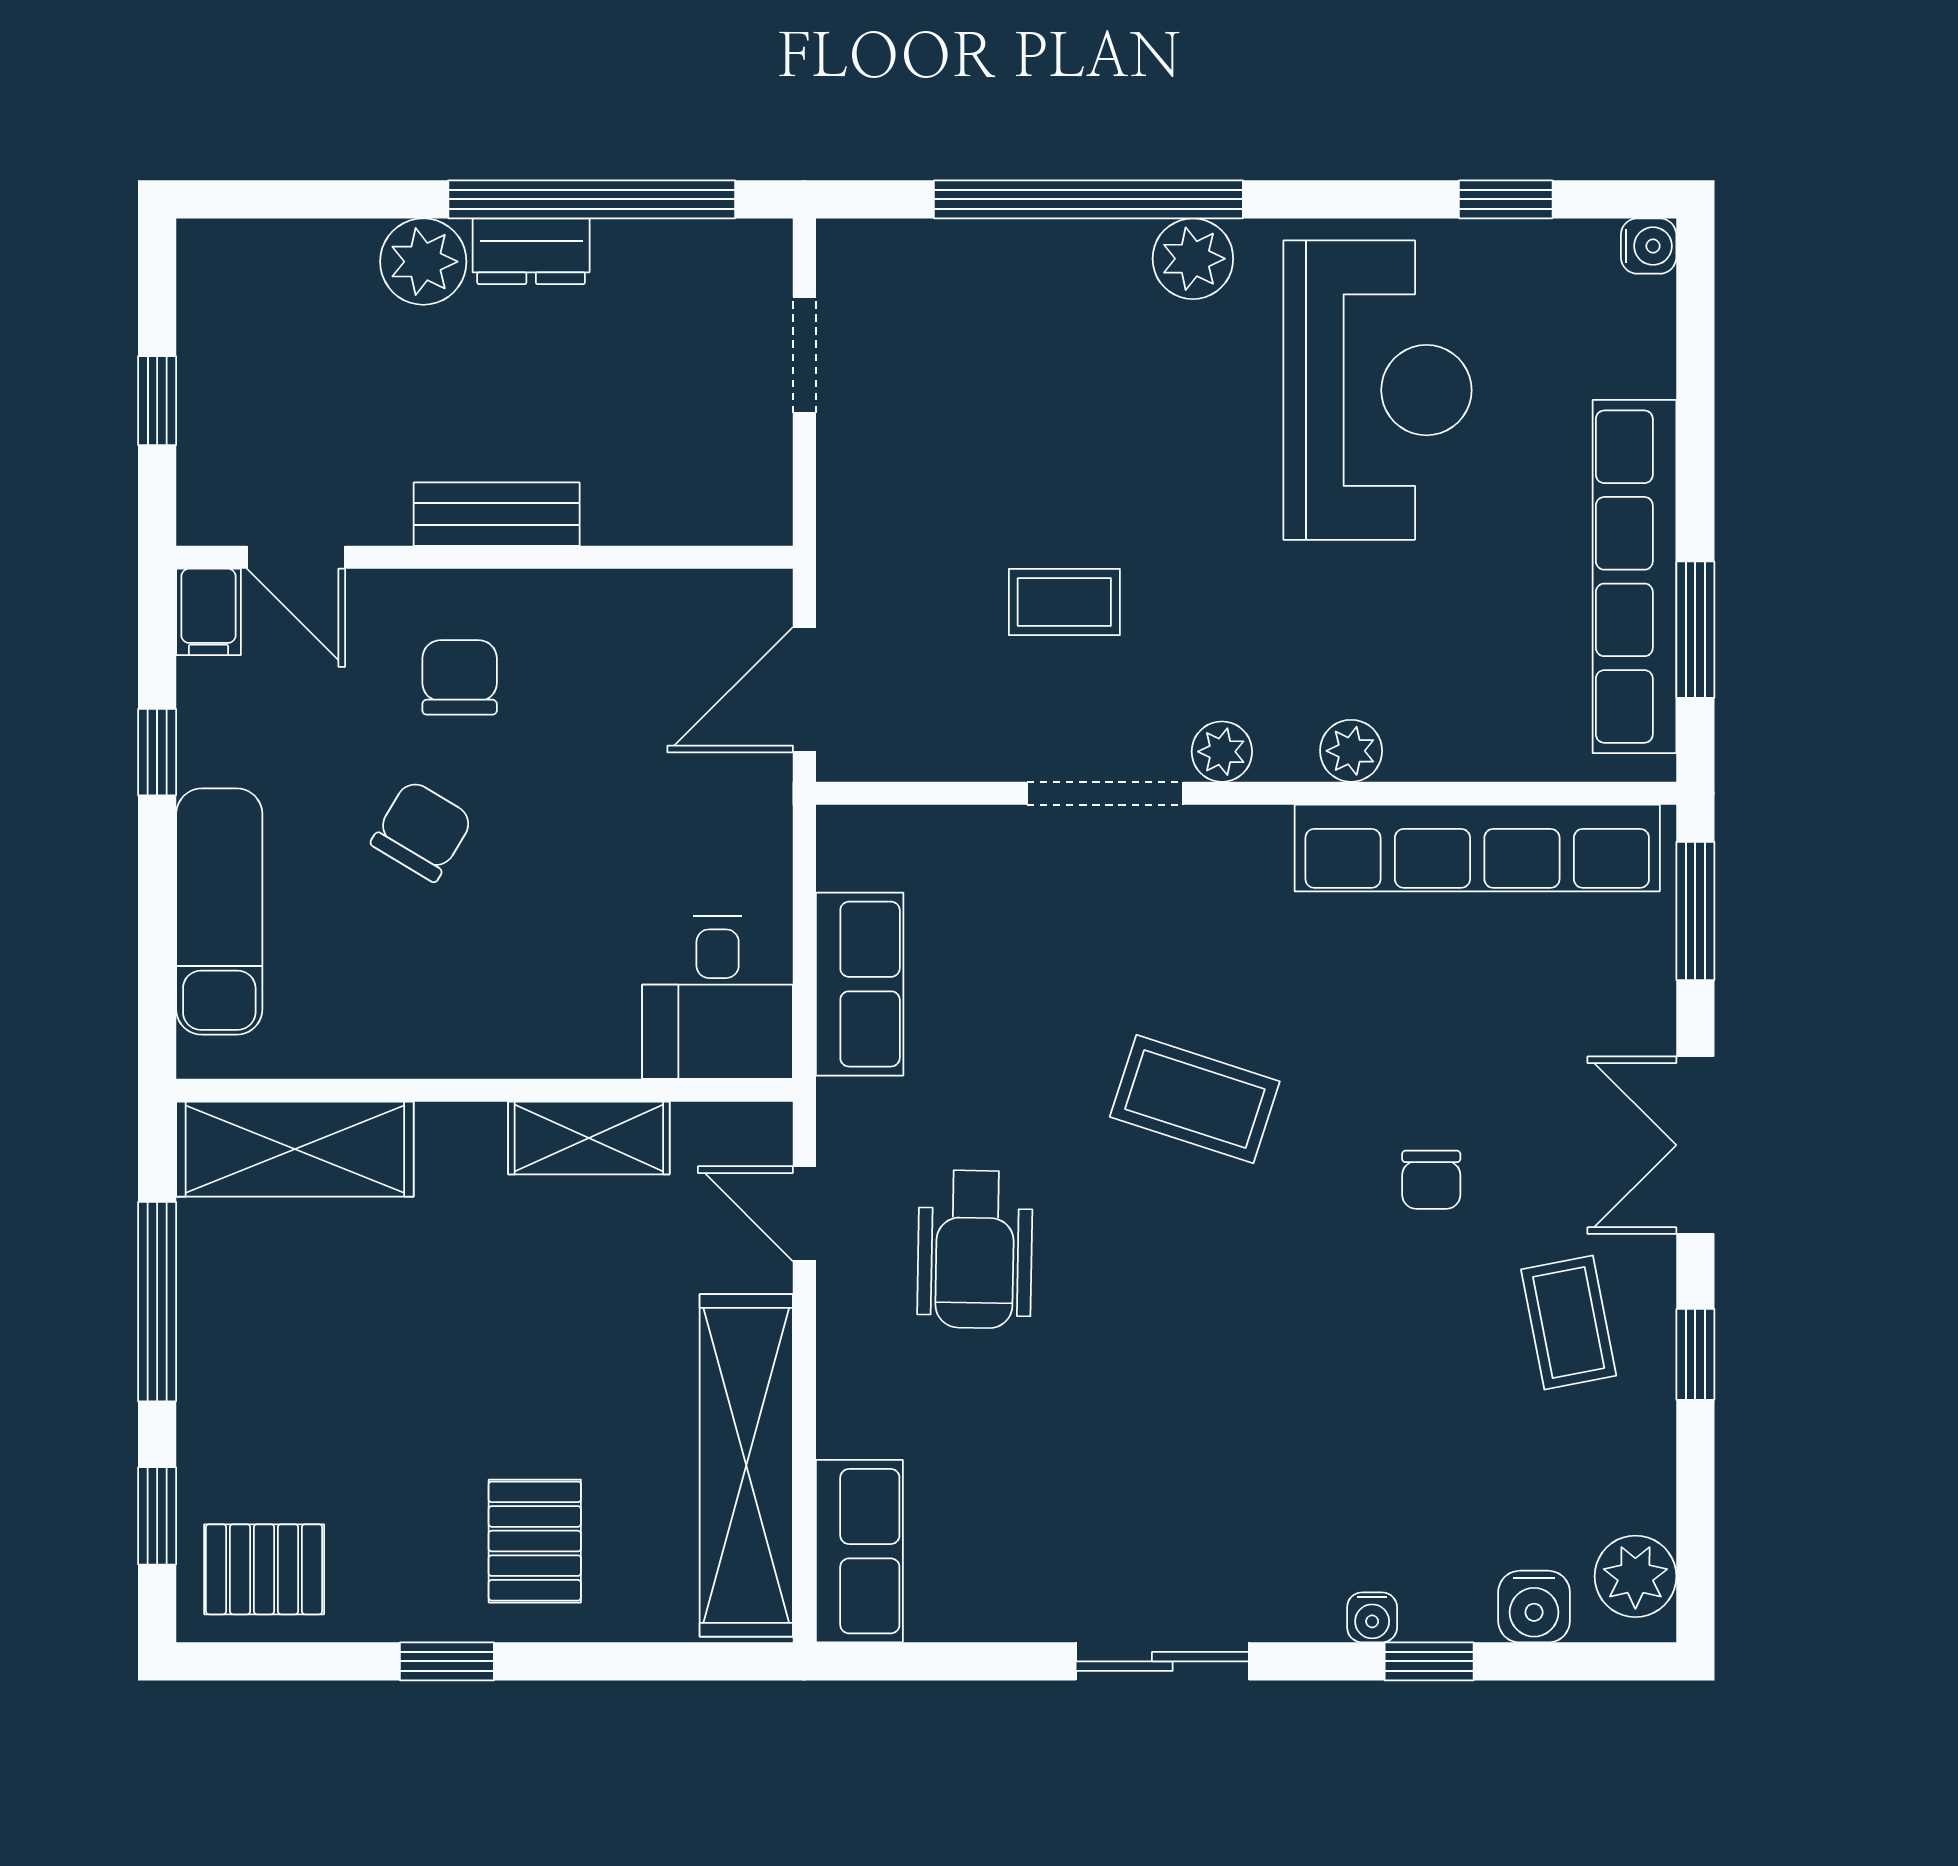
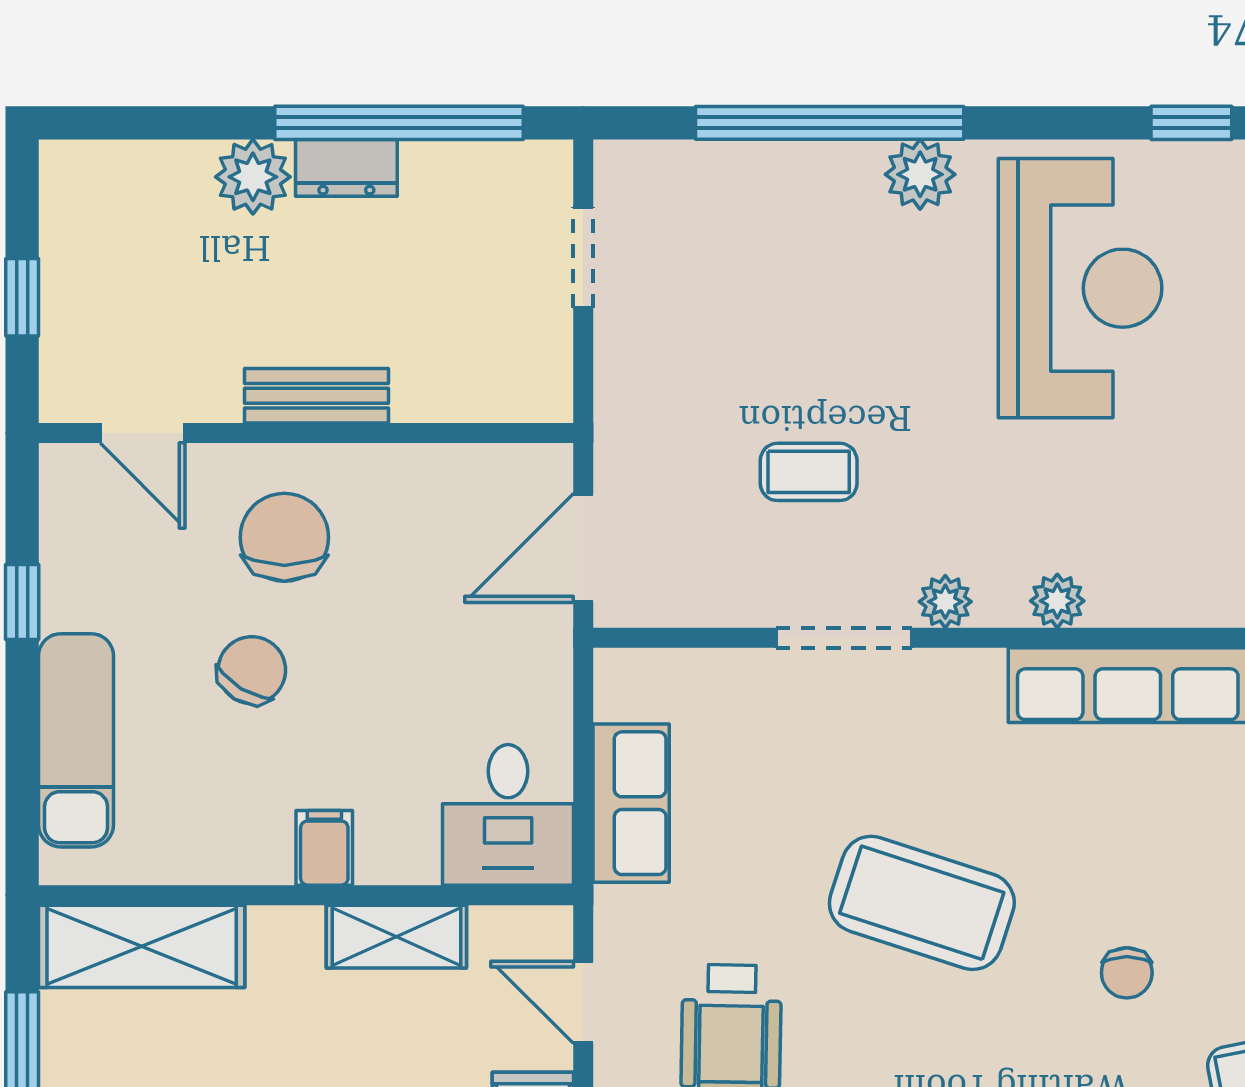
filing cabinet: (209, 612) -> (324, 848), moved, turned 180
chair: (460, 677) -> (284, 537), width x1.37, depth x1.37
coffee table: (1195, 1099) -> (922, 903), width x1.36, depth x1.32

